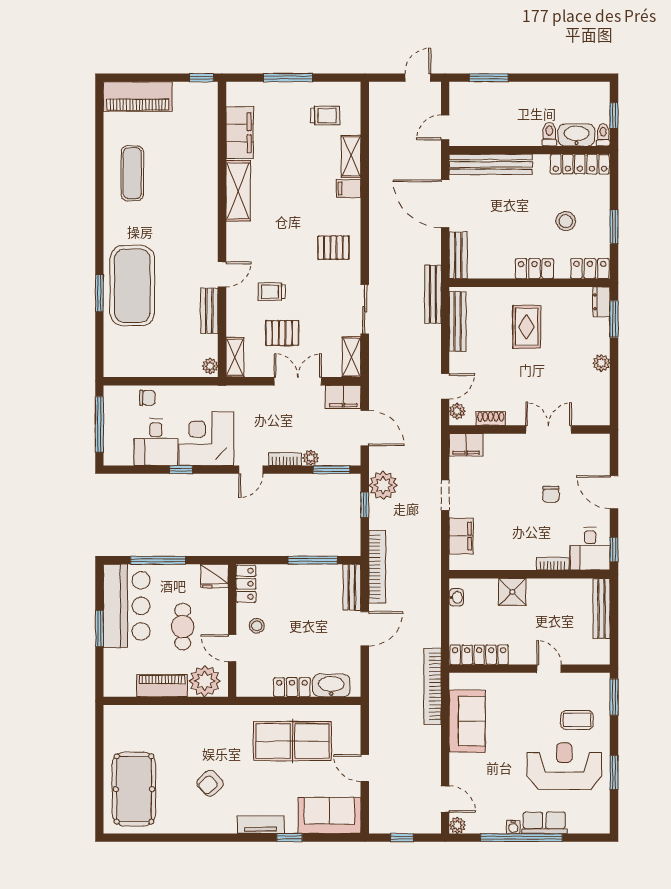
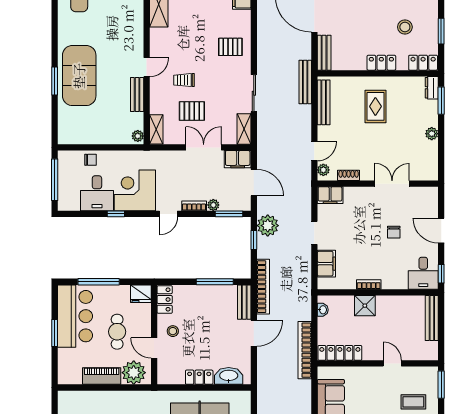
bookcase: (553, 564) -> (369, 284), moved
bookcase: (432, 686) -> (305, 350), moved

